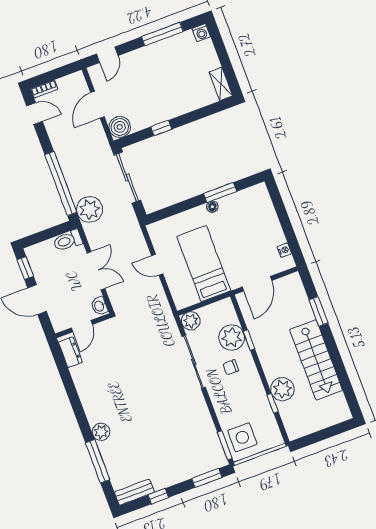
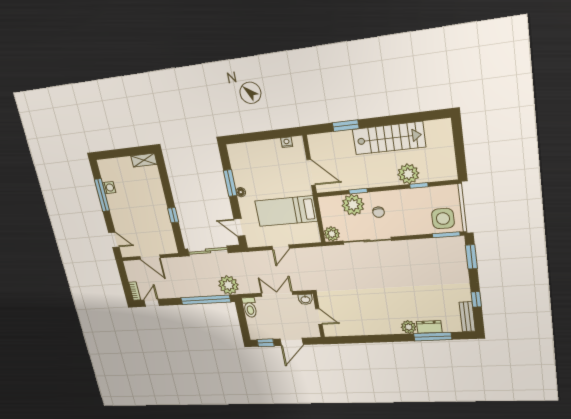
washing machine: (201, 33) -> (109, 188), moved
boiler: (120, 127) -> (169, 246), removed
door: (168, 212) -> (239, 227), added
dresser: (70, 352) -> (429, 327), moved

